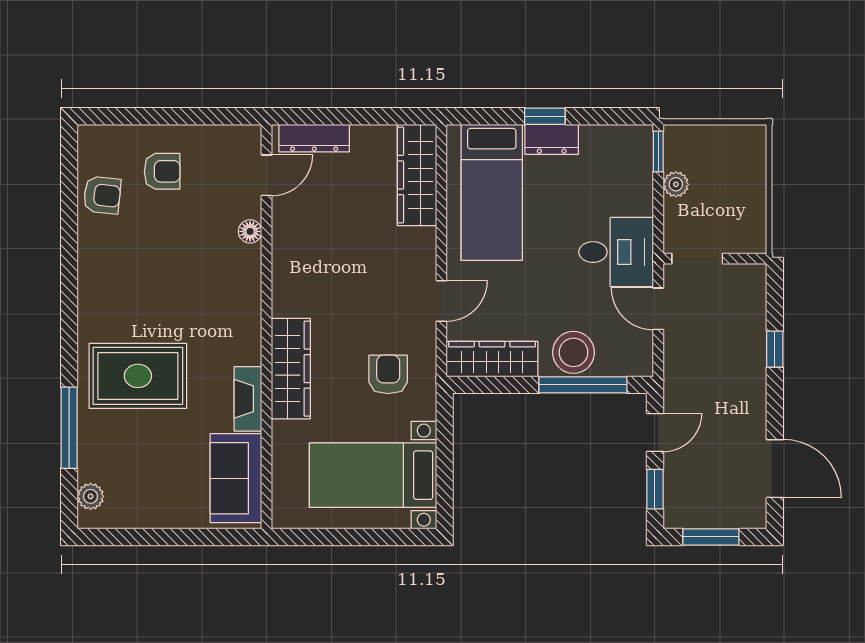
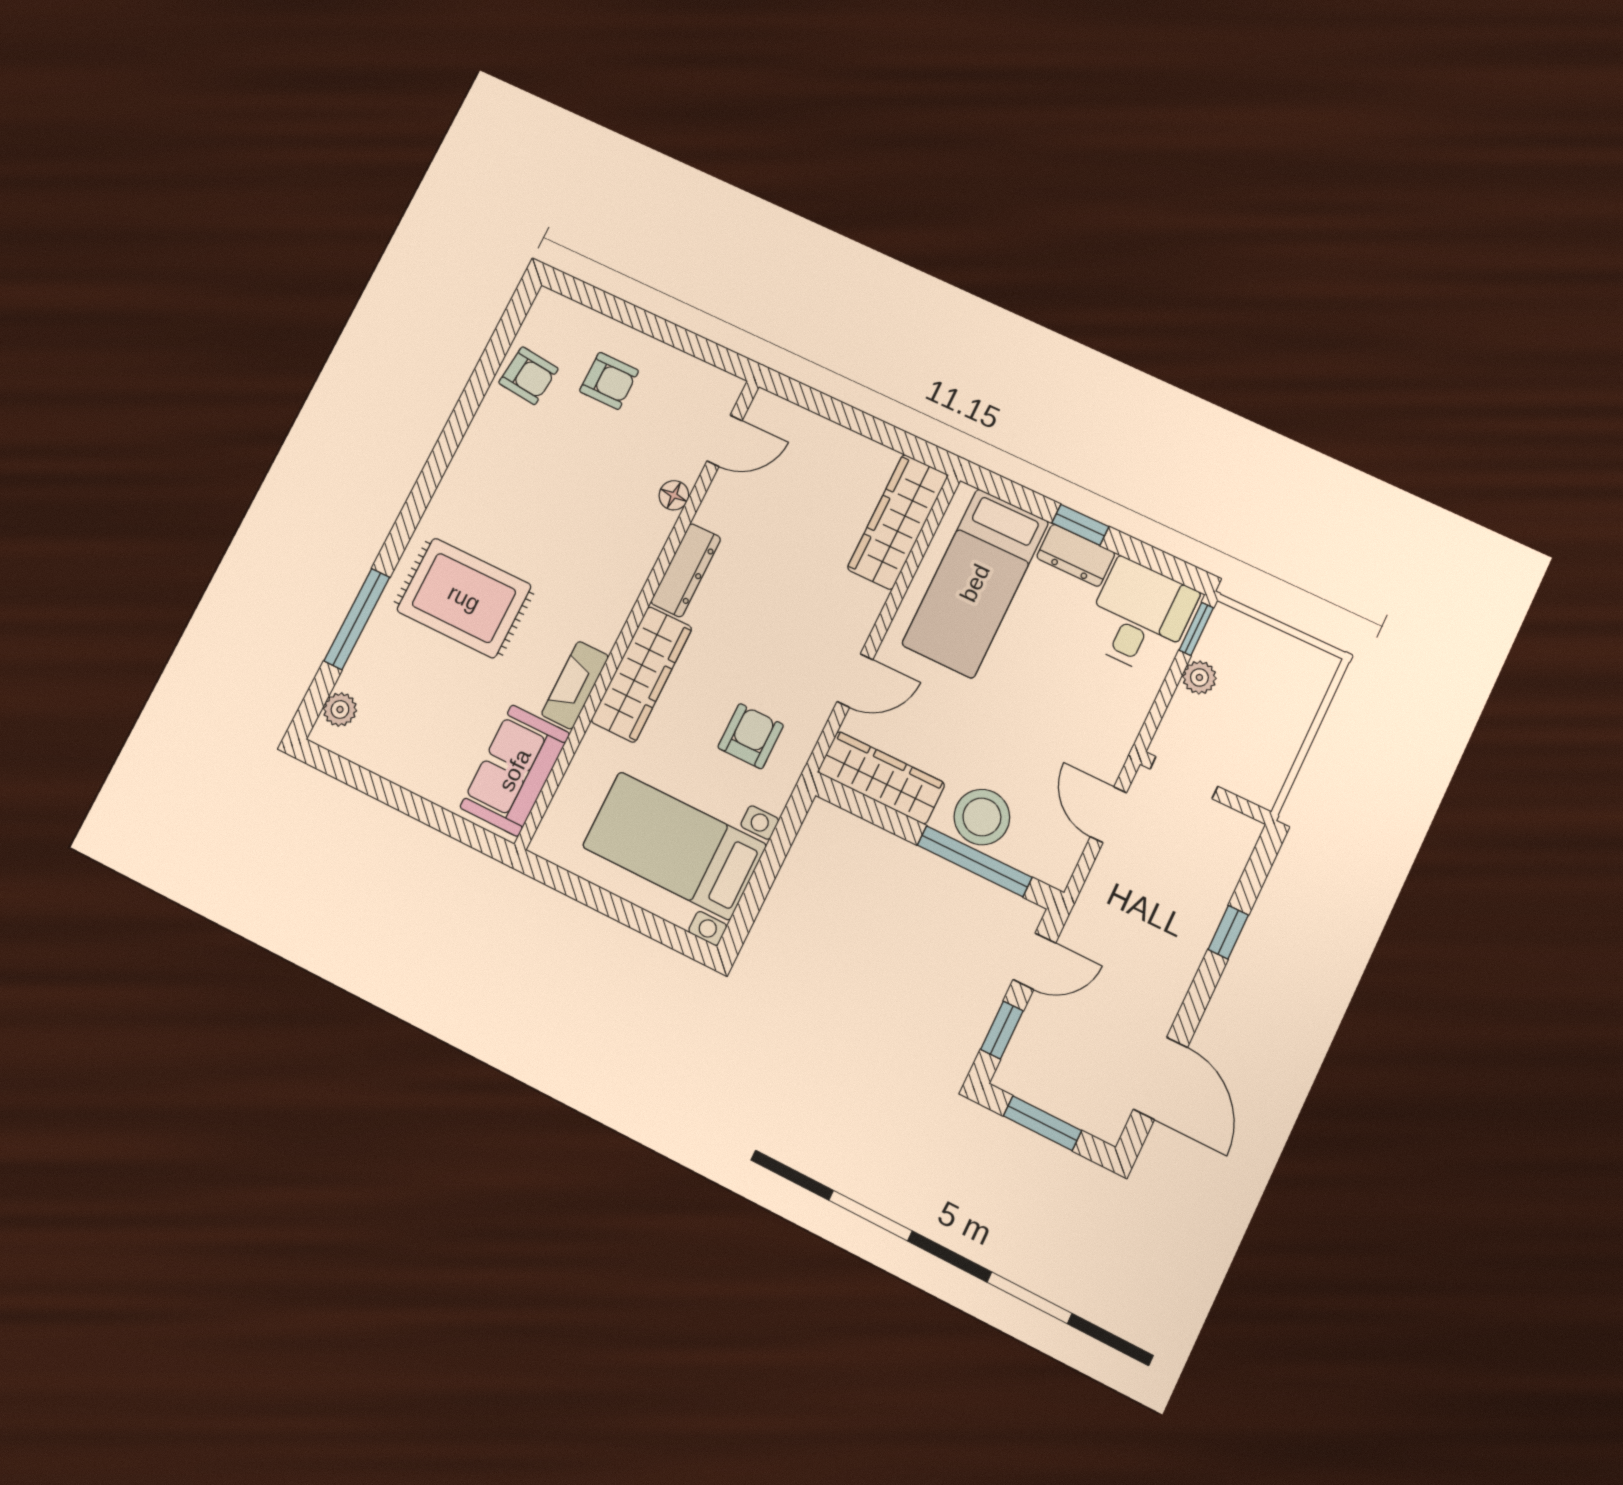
dresser: (314, 138) -> (686, 570), moved, turned -90
desk: (616, 252) -> (1140, 617), moved, turned -90

